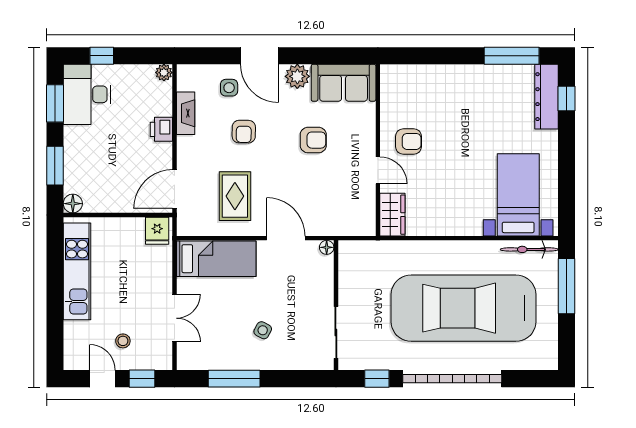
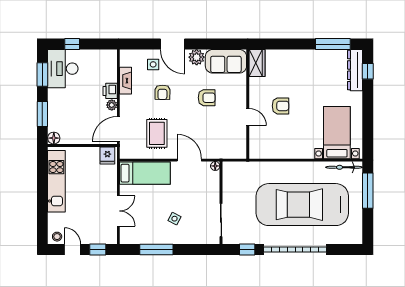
plant: (164, 73) -> (112, 105), moved
armchair: (409, 141) -> (280, 106), moved
wardrobe: (392, 215) -> (257, 63), moved
stool: (123, 341) -> (57, 237), moved

